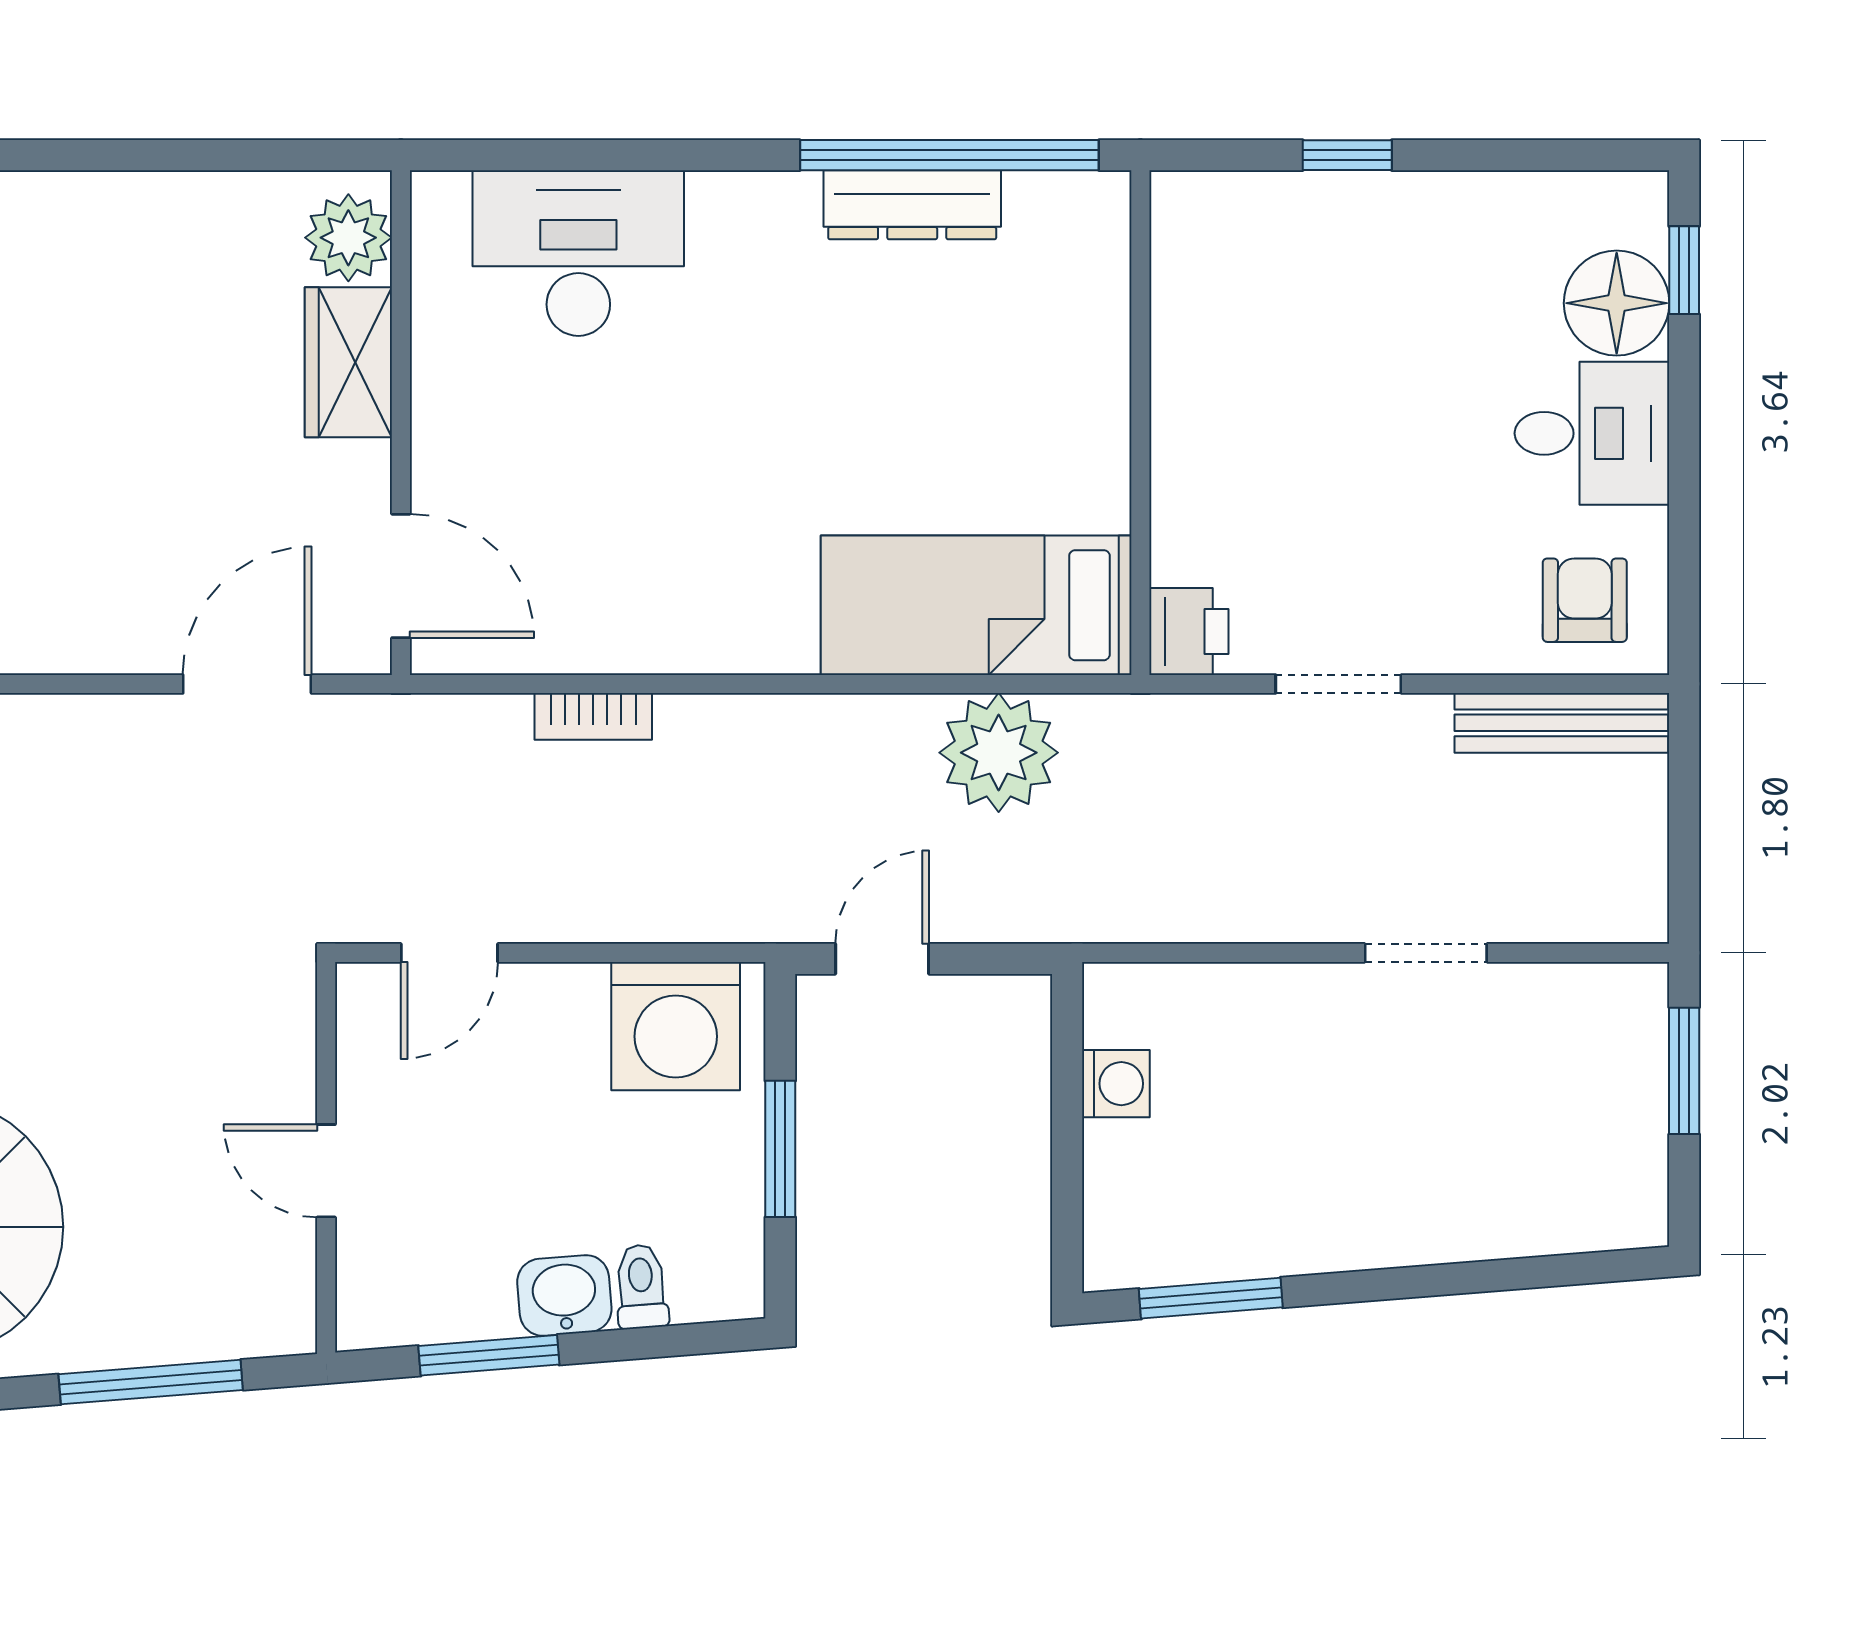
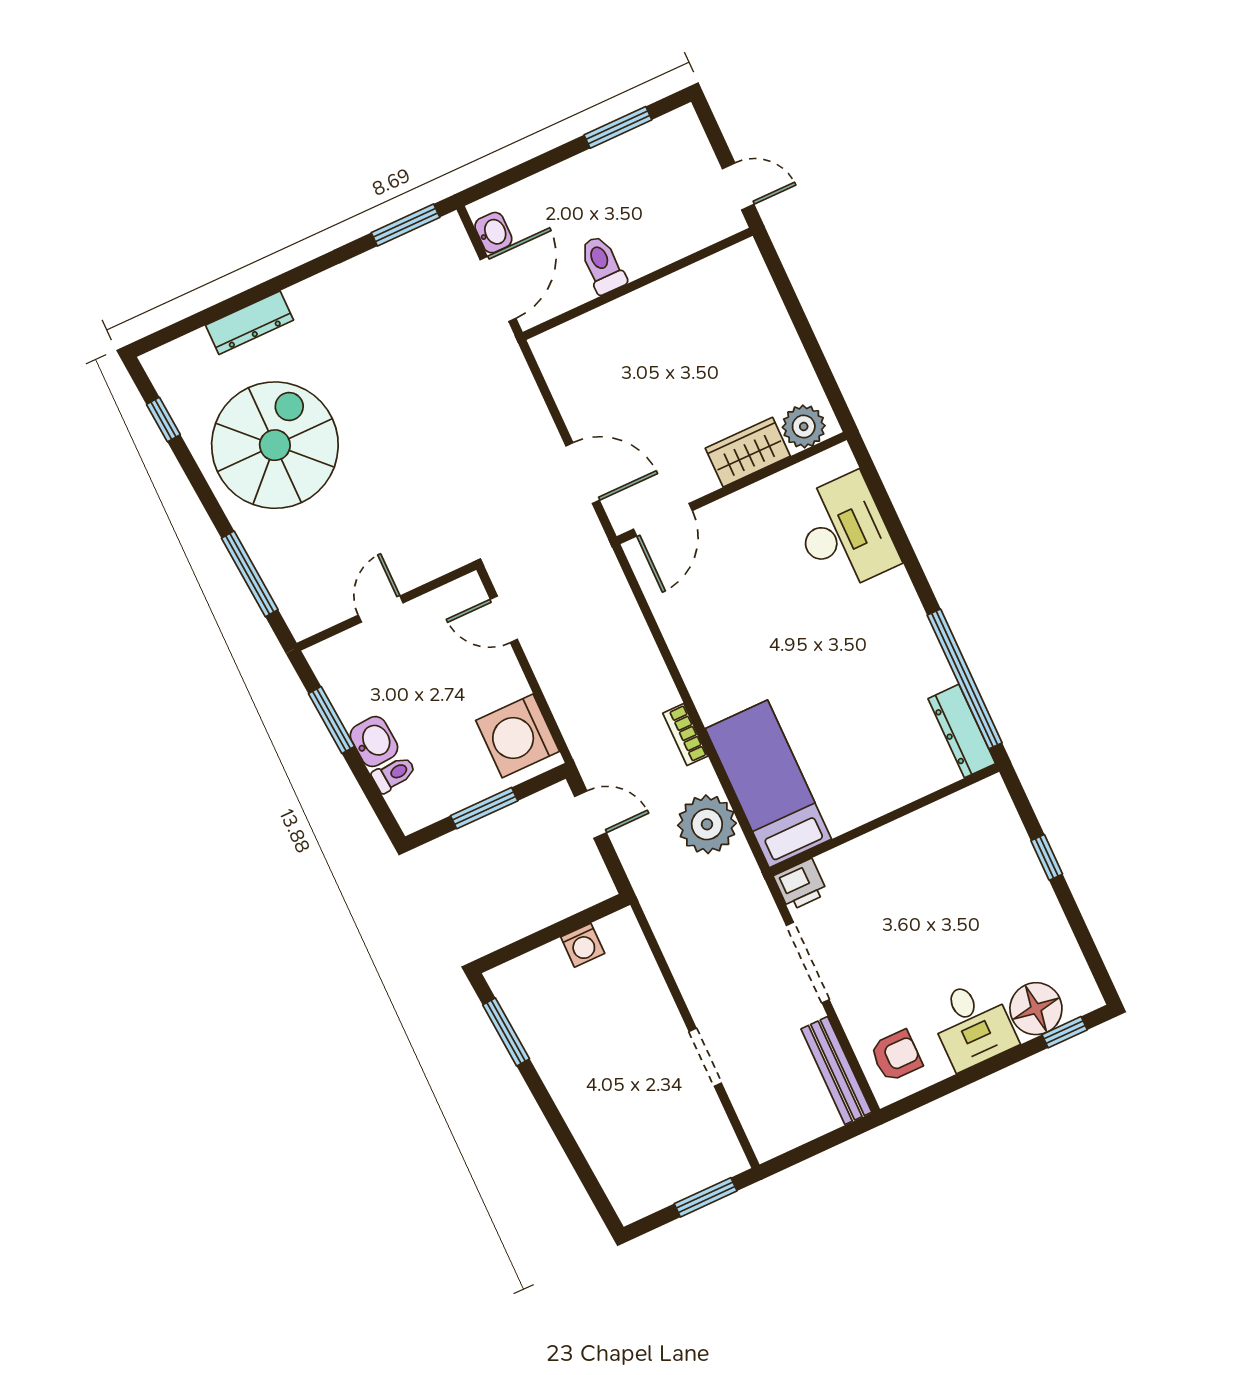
dresser: (912, 205) -> (962, 731), moved
doorway: (1338, 684) -> (808, 963), width x1.38
bookcase: (593, 716) -> (685, 735), moved

